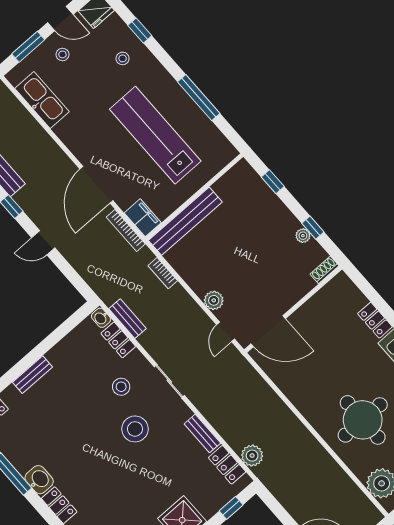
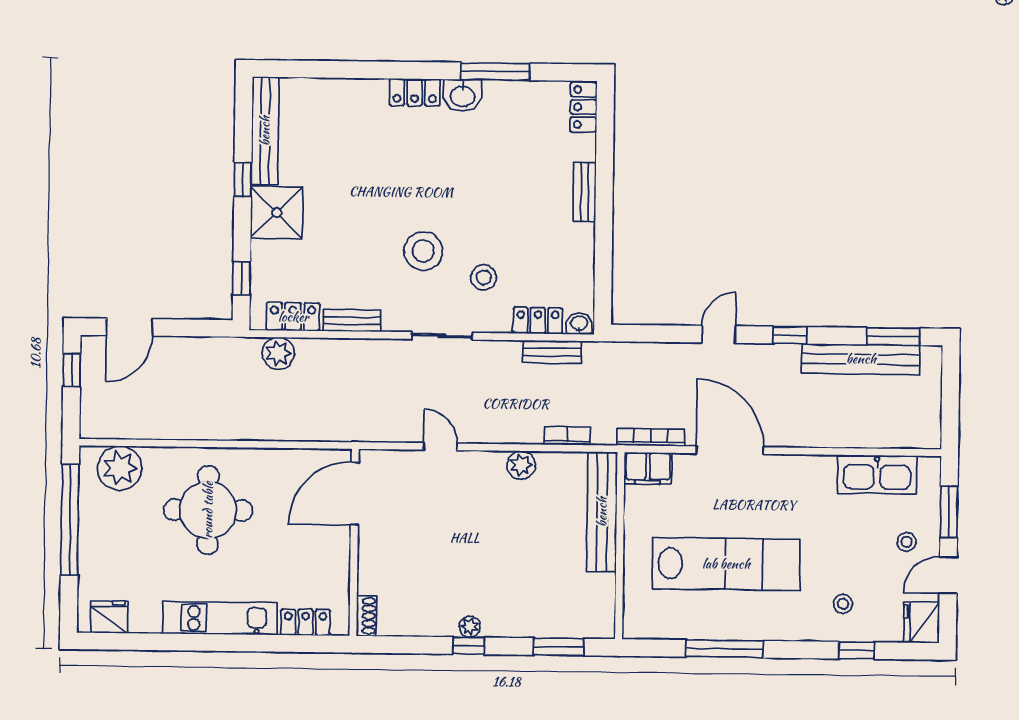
window: (273, 182) -> (559, 647), width x1.50
shoe rack: (324, 270) -> (366, 616), moved
plant: (214, 300) -> (521, 465), moved
wall: (293, 309) -> (354, 542), moved
door: (268, 331) -> (355, 494), moved

